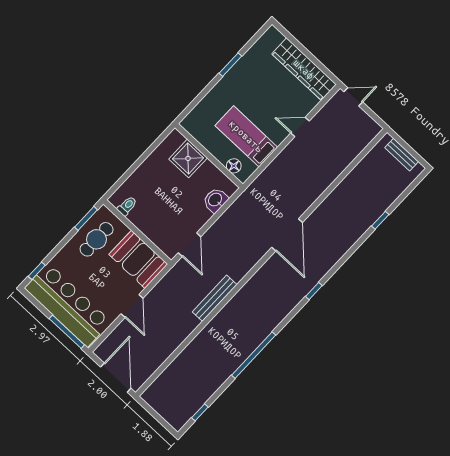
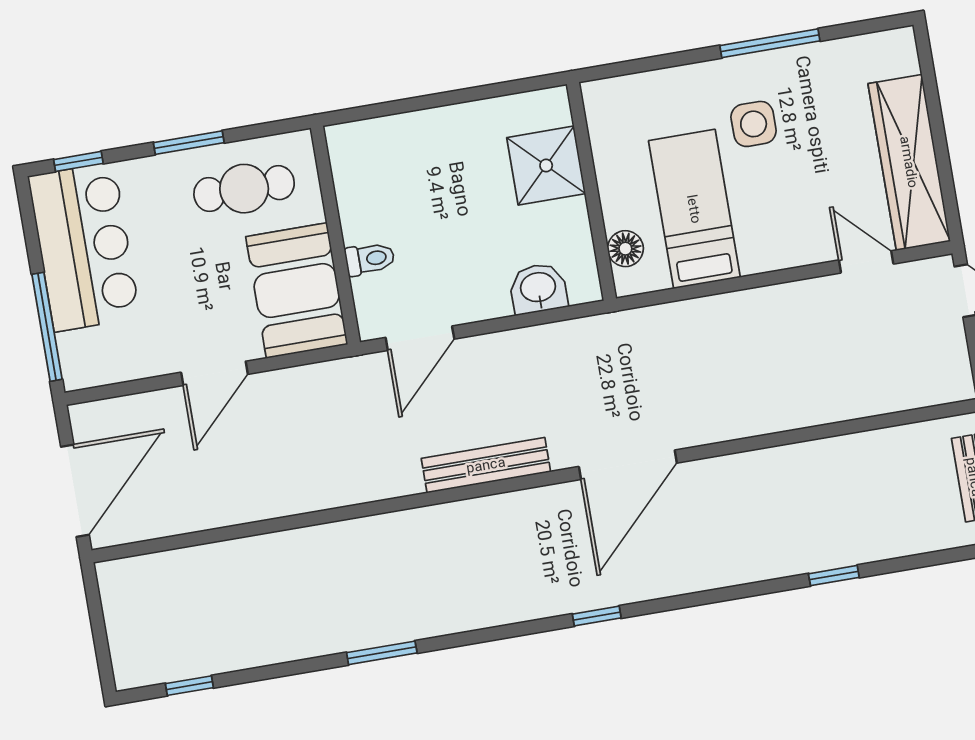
window: (230, 65) -> (770, 43), width x1.44
side table: (245, 95) -> (754, 124), added
door: (300, 127) -> (866, 262), moved
toilet: (127, 206) -> (370, 259), moved
window: (86, 218) -> (189, 143), moved
bench: (215, 298) -> (486, 465), moved
bar counter: (68, 305) -> (84, 247), width x0.73
window: (254, 355) -> (382, 653), width x0.47

